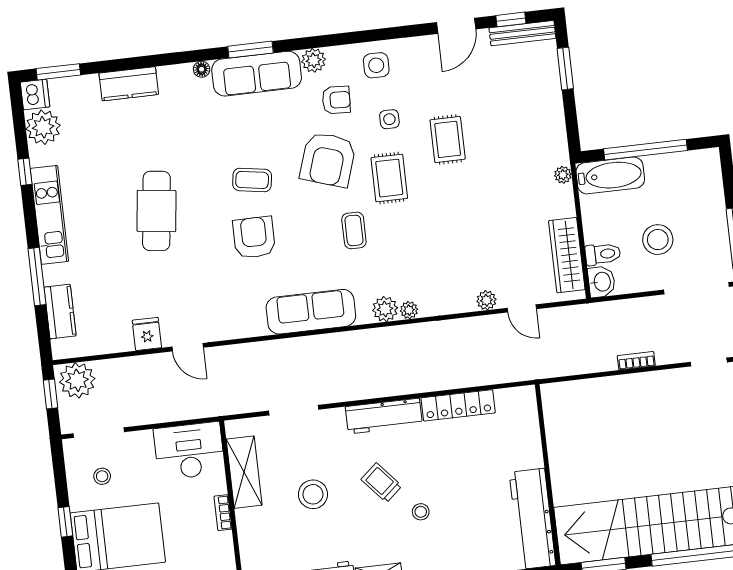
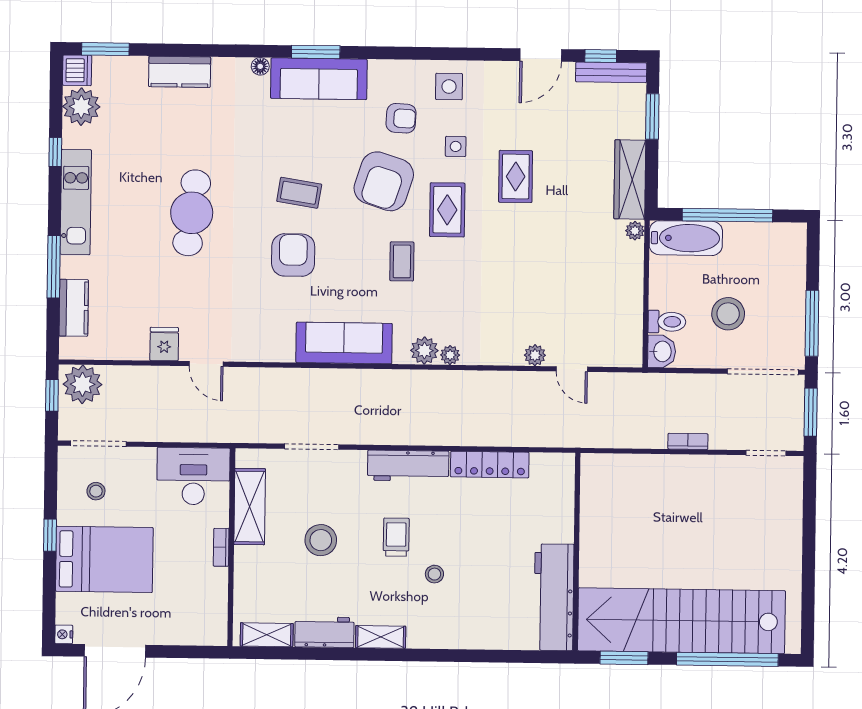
plant: (314, 60) -> (382, 72), removed
wardrobe: (567, 255) -> (630, 179), moved
trolley: (381, 483) -> (396, 537), turned 41

